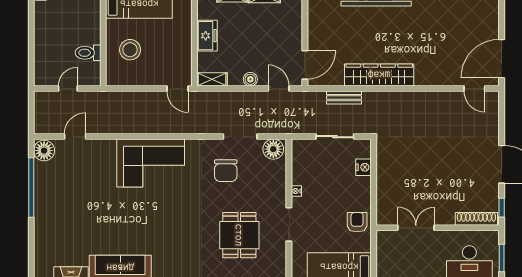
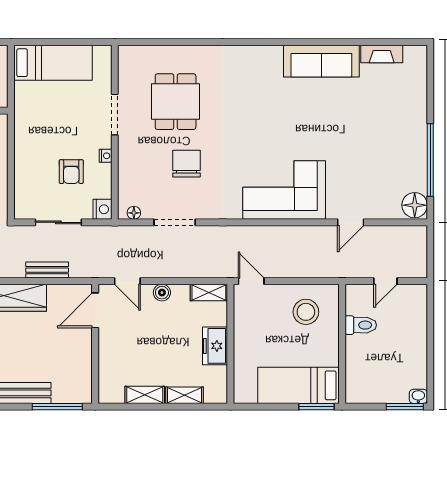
stool: (130, 50) -> (306, 312), moved
door: (75, 137) -> (351, 222), moved
floor lamp: (273, 149) -> (134, 213), width x0.53, depth x0.53
nightstand: (364, 167) -> (102, 209), moved, turned 180
chair: (226, 171) -> (186, 164), moved
armchair: (357, 222) -> (71, 172), moved

